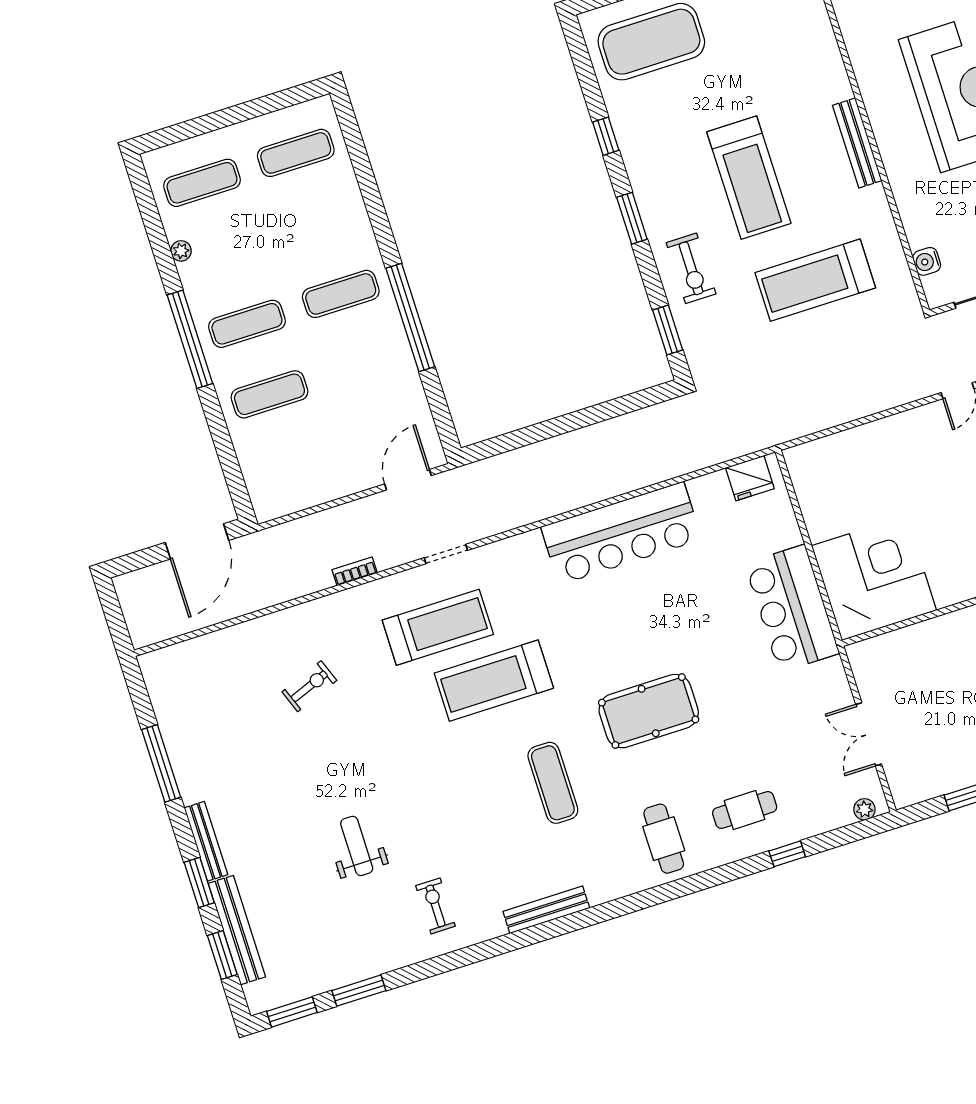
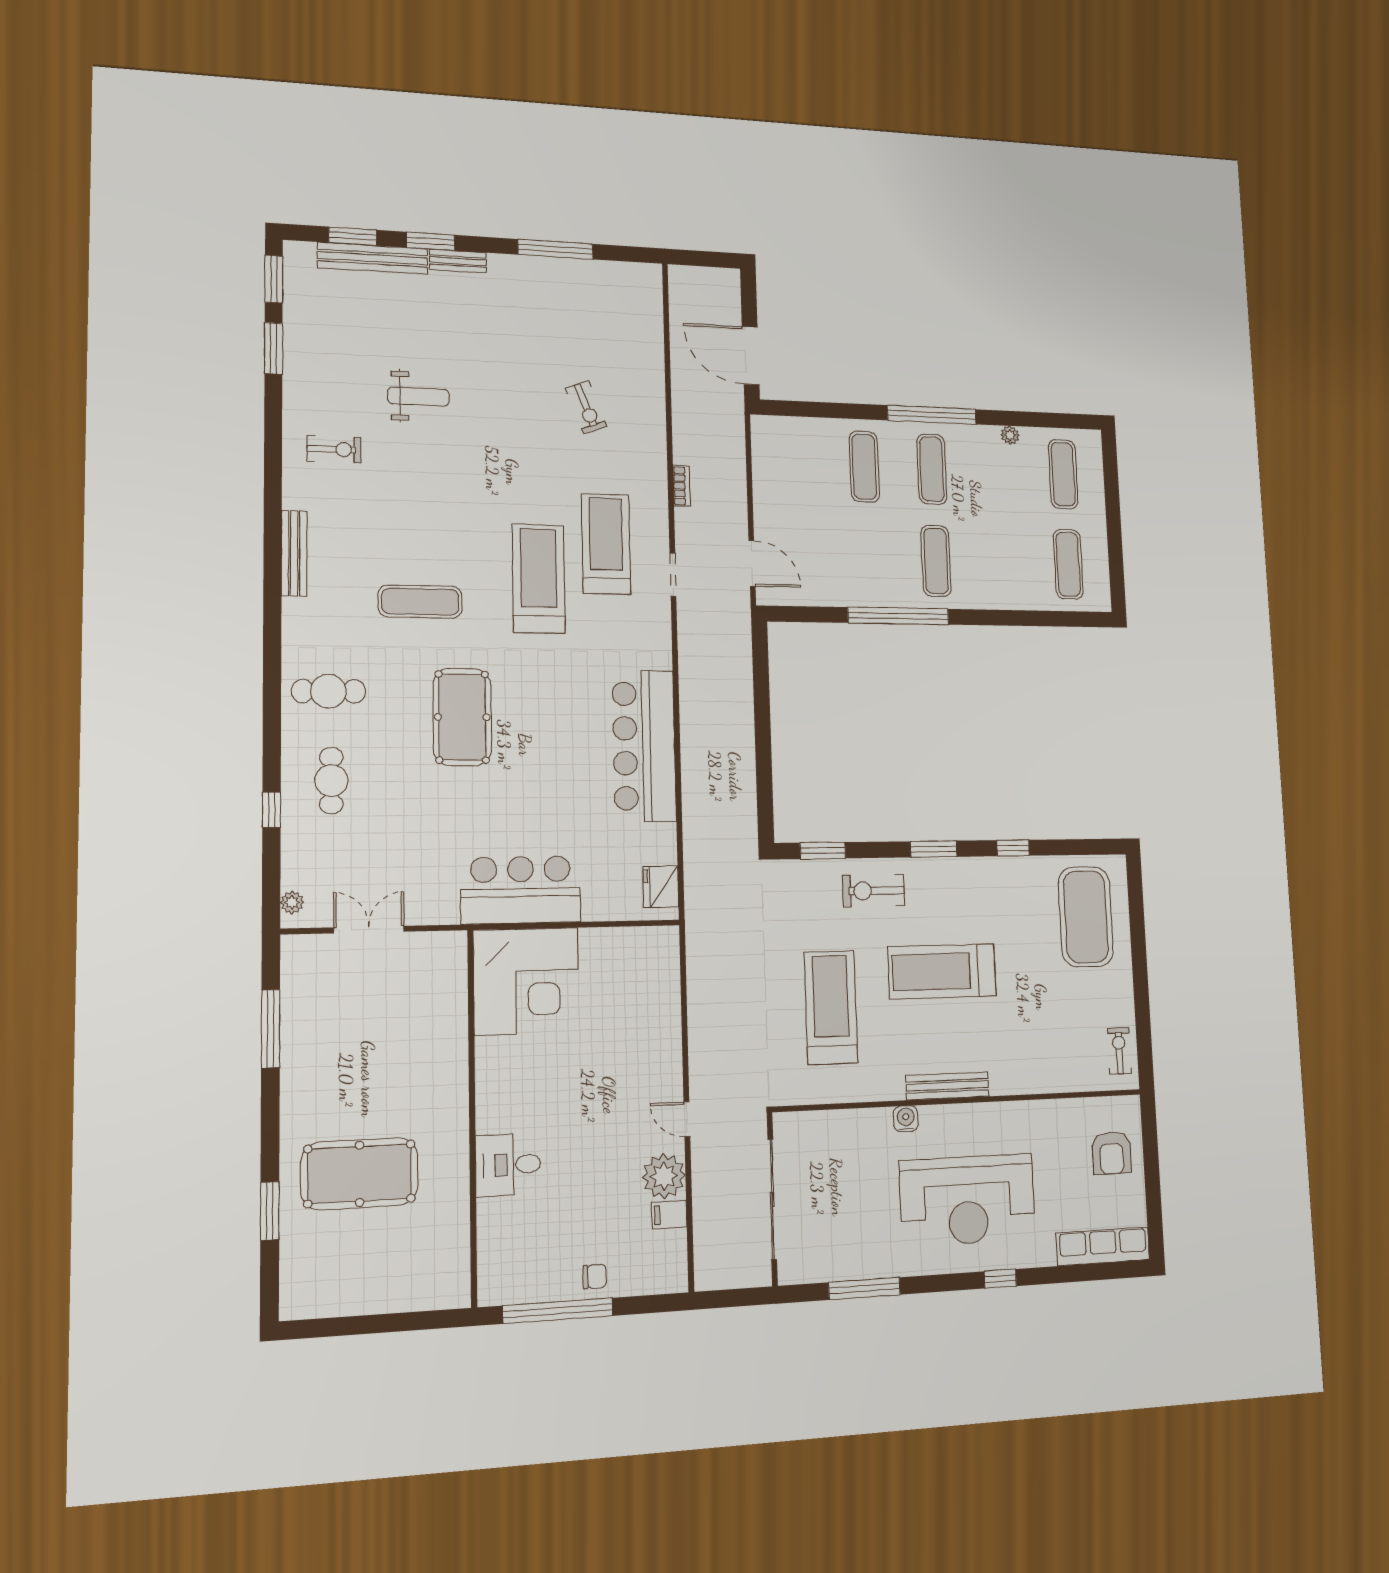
water cooler: (927, 261) -> (906, 1119), moved
treadmill: (438, 627) -> (606, 544), turned 180
bench: (206, 841) -> (458, 261), width x0.73

